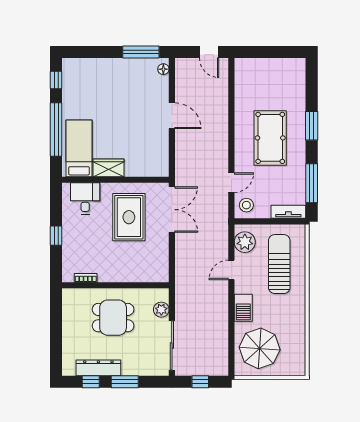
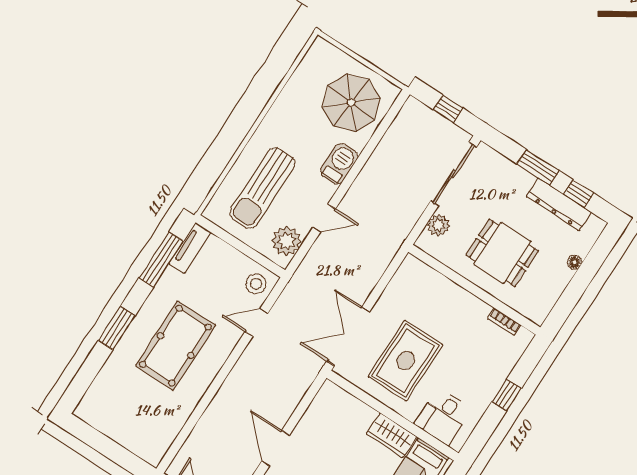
tv unit: (288, 212) -> (190, 248), moved, turned -90
floor lamp: (67, 340) -> (574, 262), added

